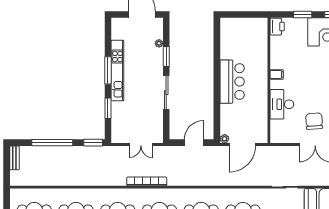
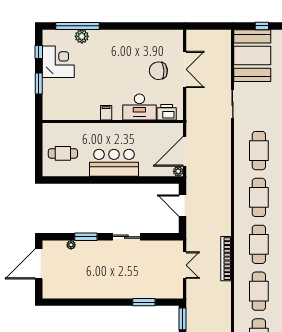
printer: (277, 27) -> (167, 112), moved
cafe table: (240, 36) -> (63, 153), added
window: (108, 70) -> (101, 302), removed
kitchen unit: (117, 70) -> (101, 291), removed
sliding door: (166, 93) -> (126, 237), width x0.73
door: (242, 145) -> (185, 151), swing flipped

